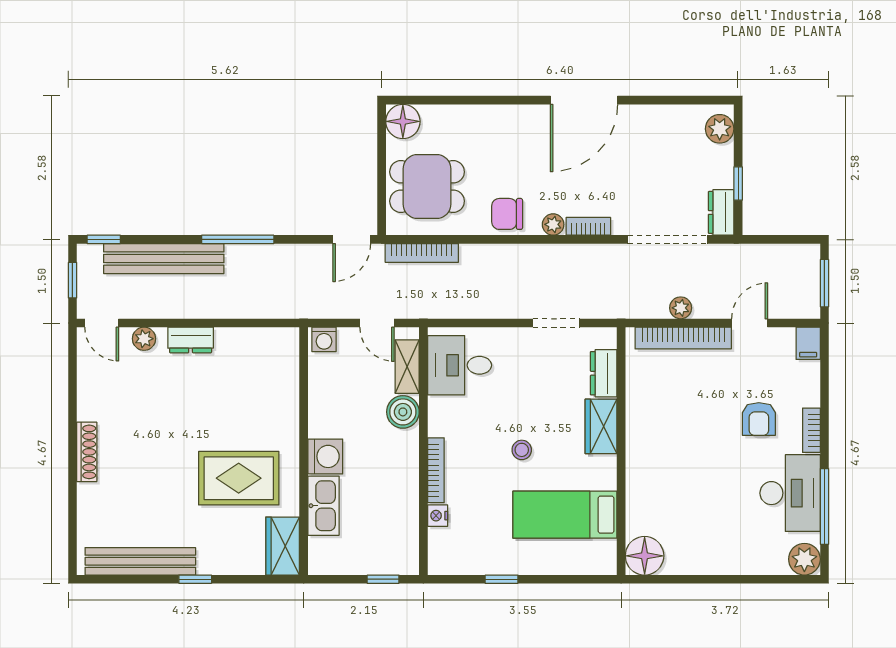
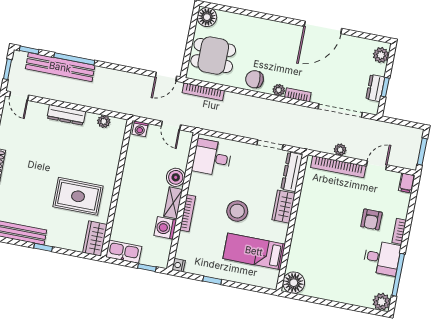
door: (584, 100) -> (323, 27), moved
dresser: (721, 212) -> (375, 88), moved
window: (238, 239) -> (74, 59), moved
plant: (144, 339) -> (104, 121), moved
dresser: (191, 340) -> (66, 115), width x1.44
shelving: (407, 367) -> (173, 203), moved
dresser: (604, 373) -> (292, 172), width x1.44
stool: (522, 450) -> (237, 211), width x1.89, depth x1.89
washing machine: (325, 456) -> (165, 228), moved, turned 180
desk: (790, 493) -> (382, 258), width x0.73
kitchen sink: (323, 506) -> (124, 252), moved, turned -90
nightstand: (438, 516) -> (179, 265), moved

